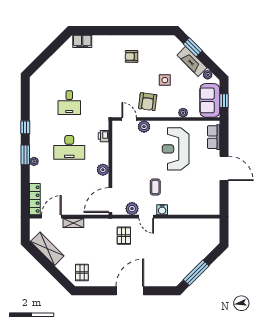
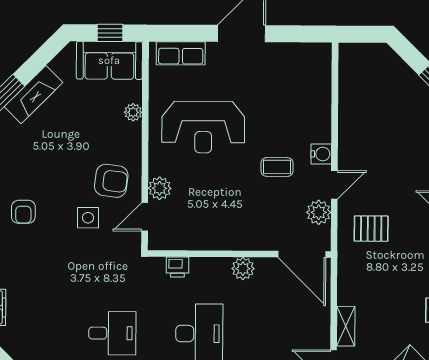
plant: (208, 75) -> (60, 64), removed
side table: (165, 80) -> (88, 218), moved

